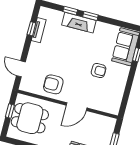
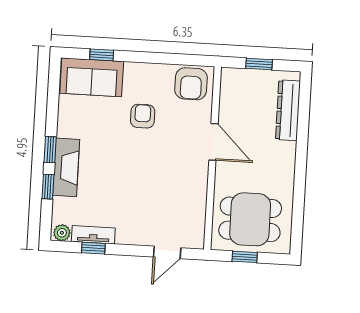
plant: (43, 13) -> (62, 233), added
armchair: (53, 84) -> (191, 84), moved
dining table: (30, 118) -> (250, 219), turned 90

